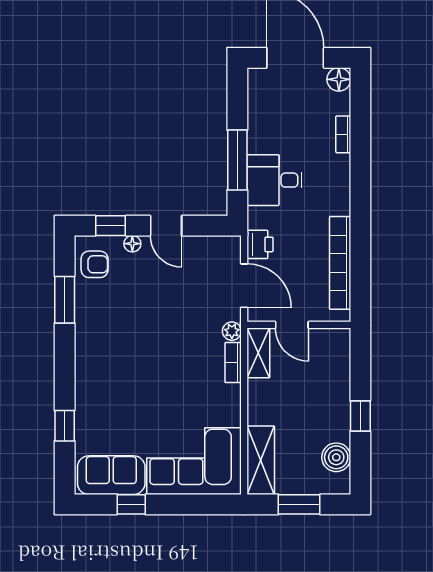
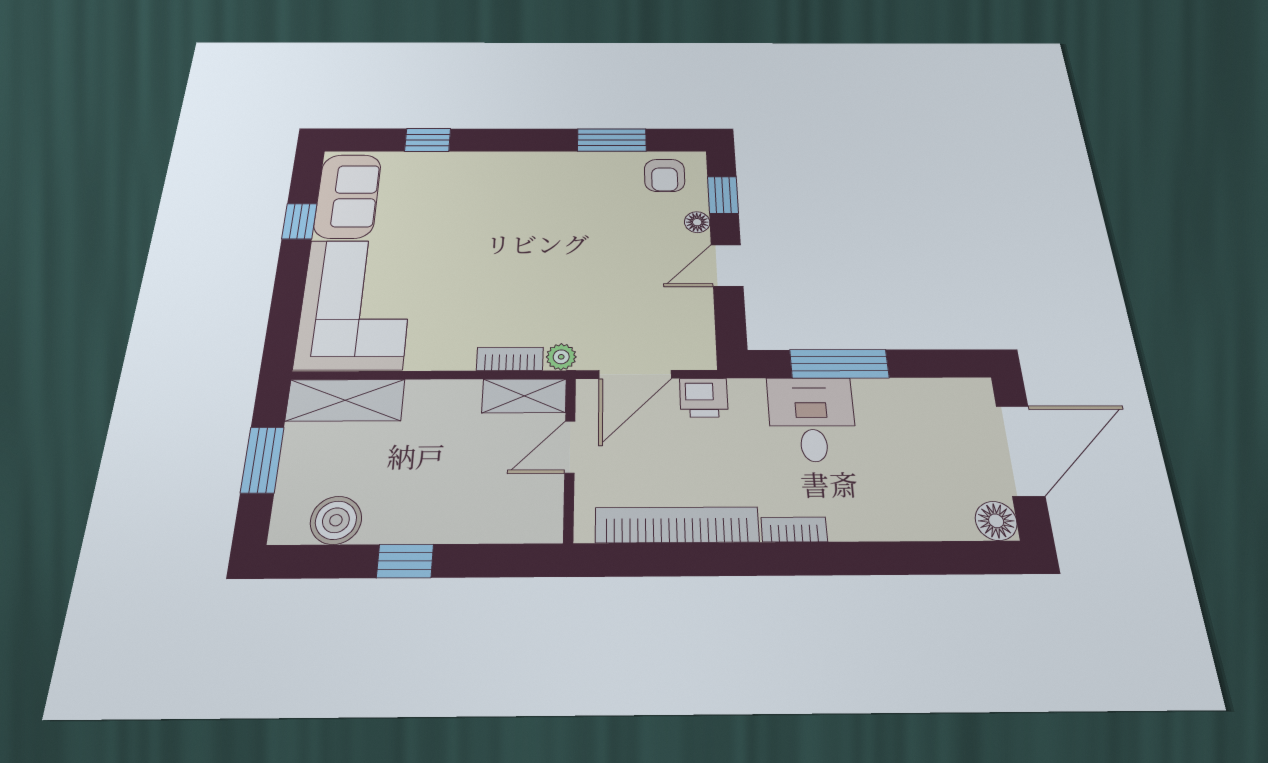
bookcase: (343, 134) -> (794, 529), moved

